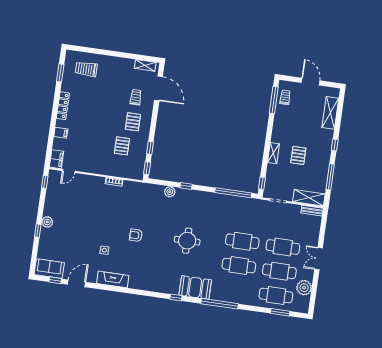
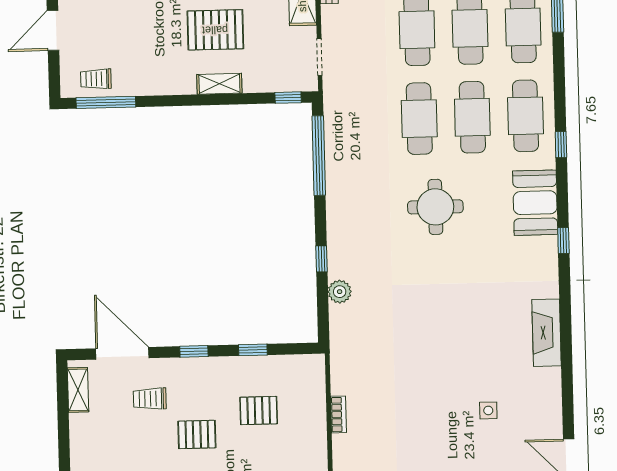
door: (158, 88) -> (122, 353), hinge flipped
pallet: (133, 122) -> (197, 434), moved
pallet: (298, 155) -> (215, 30), width x1.50, depth x1.42
window: (147, 168) -> (194, 351), moved
armchair: (136, 235) -> (445, 348), removed
round table: (187, 241) -> (435, 207), moved
fireplace: (113, 279) -> (546, 333), moved
cafe table: (235, 290) -> (525, 116), added
window: (220, 304) -> (561, 145), width x0.32

